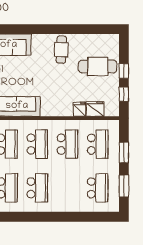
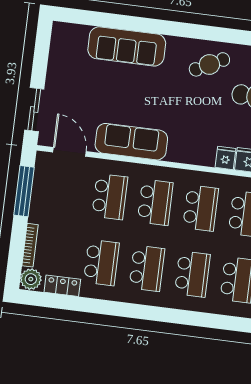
cafe table: (61, 50) -> (209, 64), turned 61
school desk: (67, 188) -> (192, 274), added

